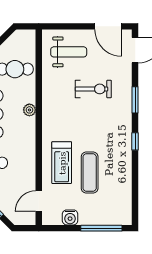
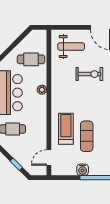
treadmill: (62, 163) -> (66, 129), turned 180
water cooler: (70, 217) -> (83, 170), moved

